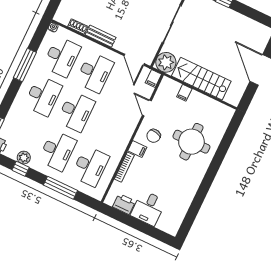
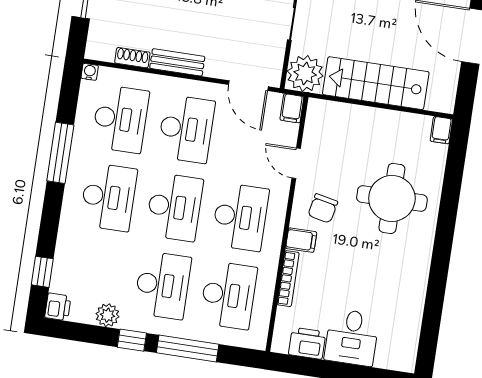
filing cabinet: (184, 93) -> (441, 130), moved
desk: (109, 127) -> (240, 217), added
window: (21, 169) -> (132, 340), moved

